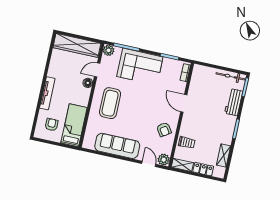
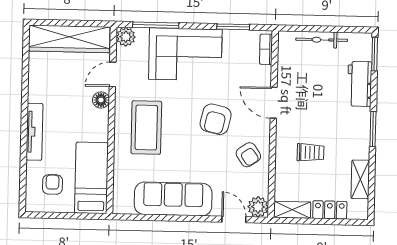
bicycle: (230, 76) -> (322, 40), moved
armchair: (150, 106) -> (216, 119), added
trolley: (187, 143) -> (310, 152), moved

